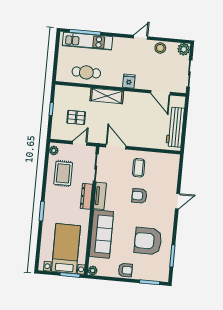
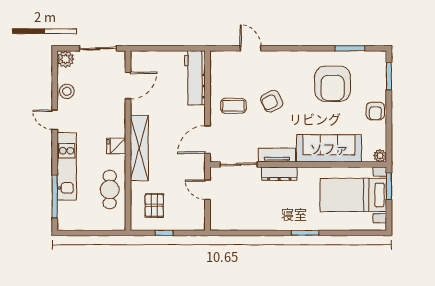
kitchen unit: (87, 41) -> (67, 166), moved
fridge: (129, 81) -> (116, 146), moved
shelving: (107, 96) -> (139, 148), width x1.47
pallet: (76, 117) -> (154, 205), moved
workbench: (175, 127) -> (195, 78), moved, turned 90
plant: (54, 150) -> (221, 224), removed
rug: (63, 173) -> (251, 208), removed
armchair: (139, 196) -> (272, 101), turned 64
door: (177, 201) -> (251, 48), moved
armchair: (125, 270) -> (375, 111), turned 180

